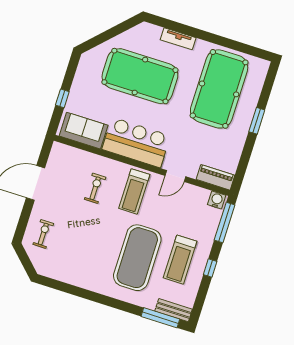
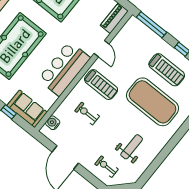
sofa: (84, 131) -> (27, 109), moved, turned 90
water cooler: (217, 200) -> (53, 123), moved
weight bench: (77, 254) -> (132, 147), added

